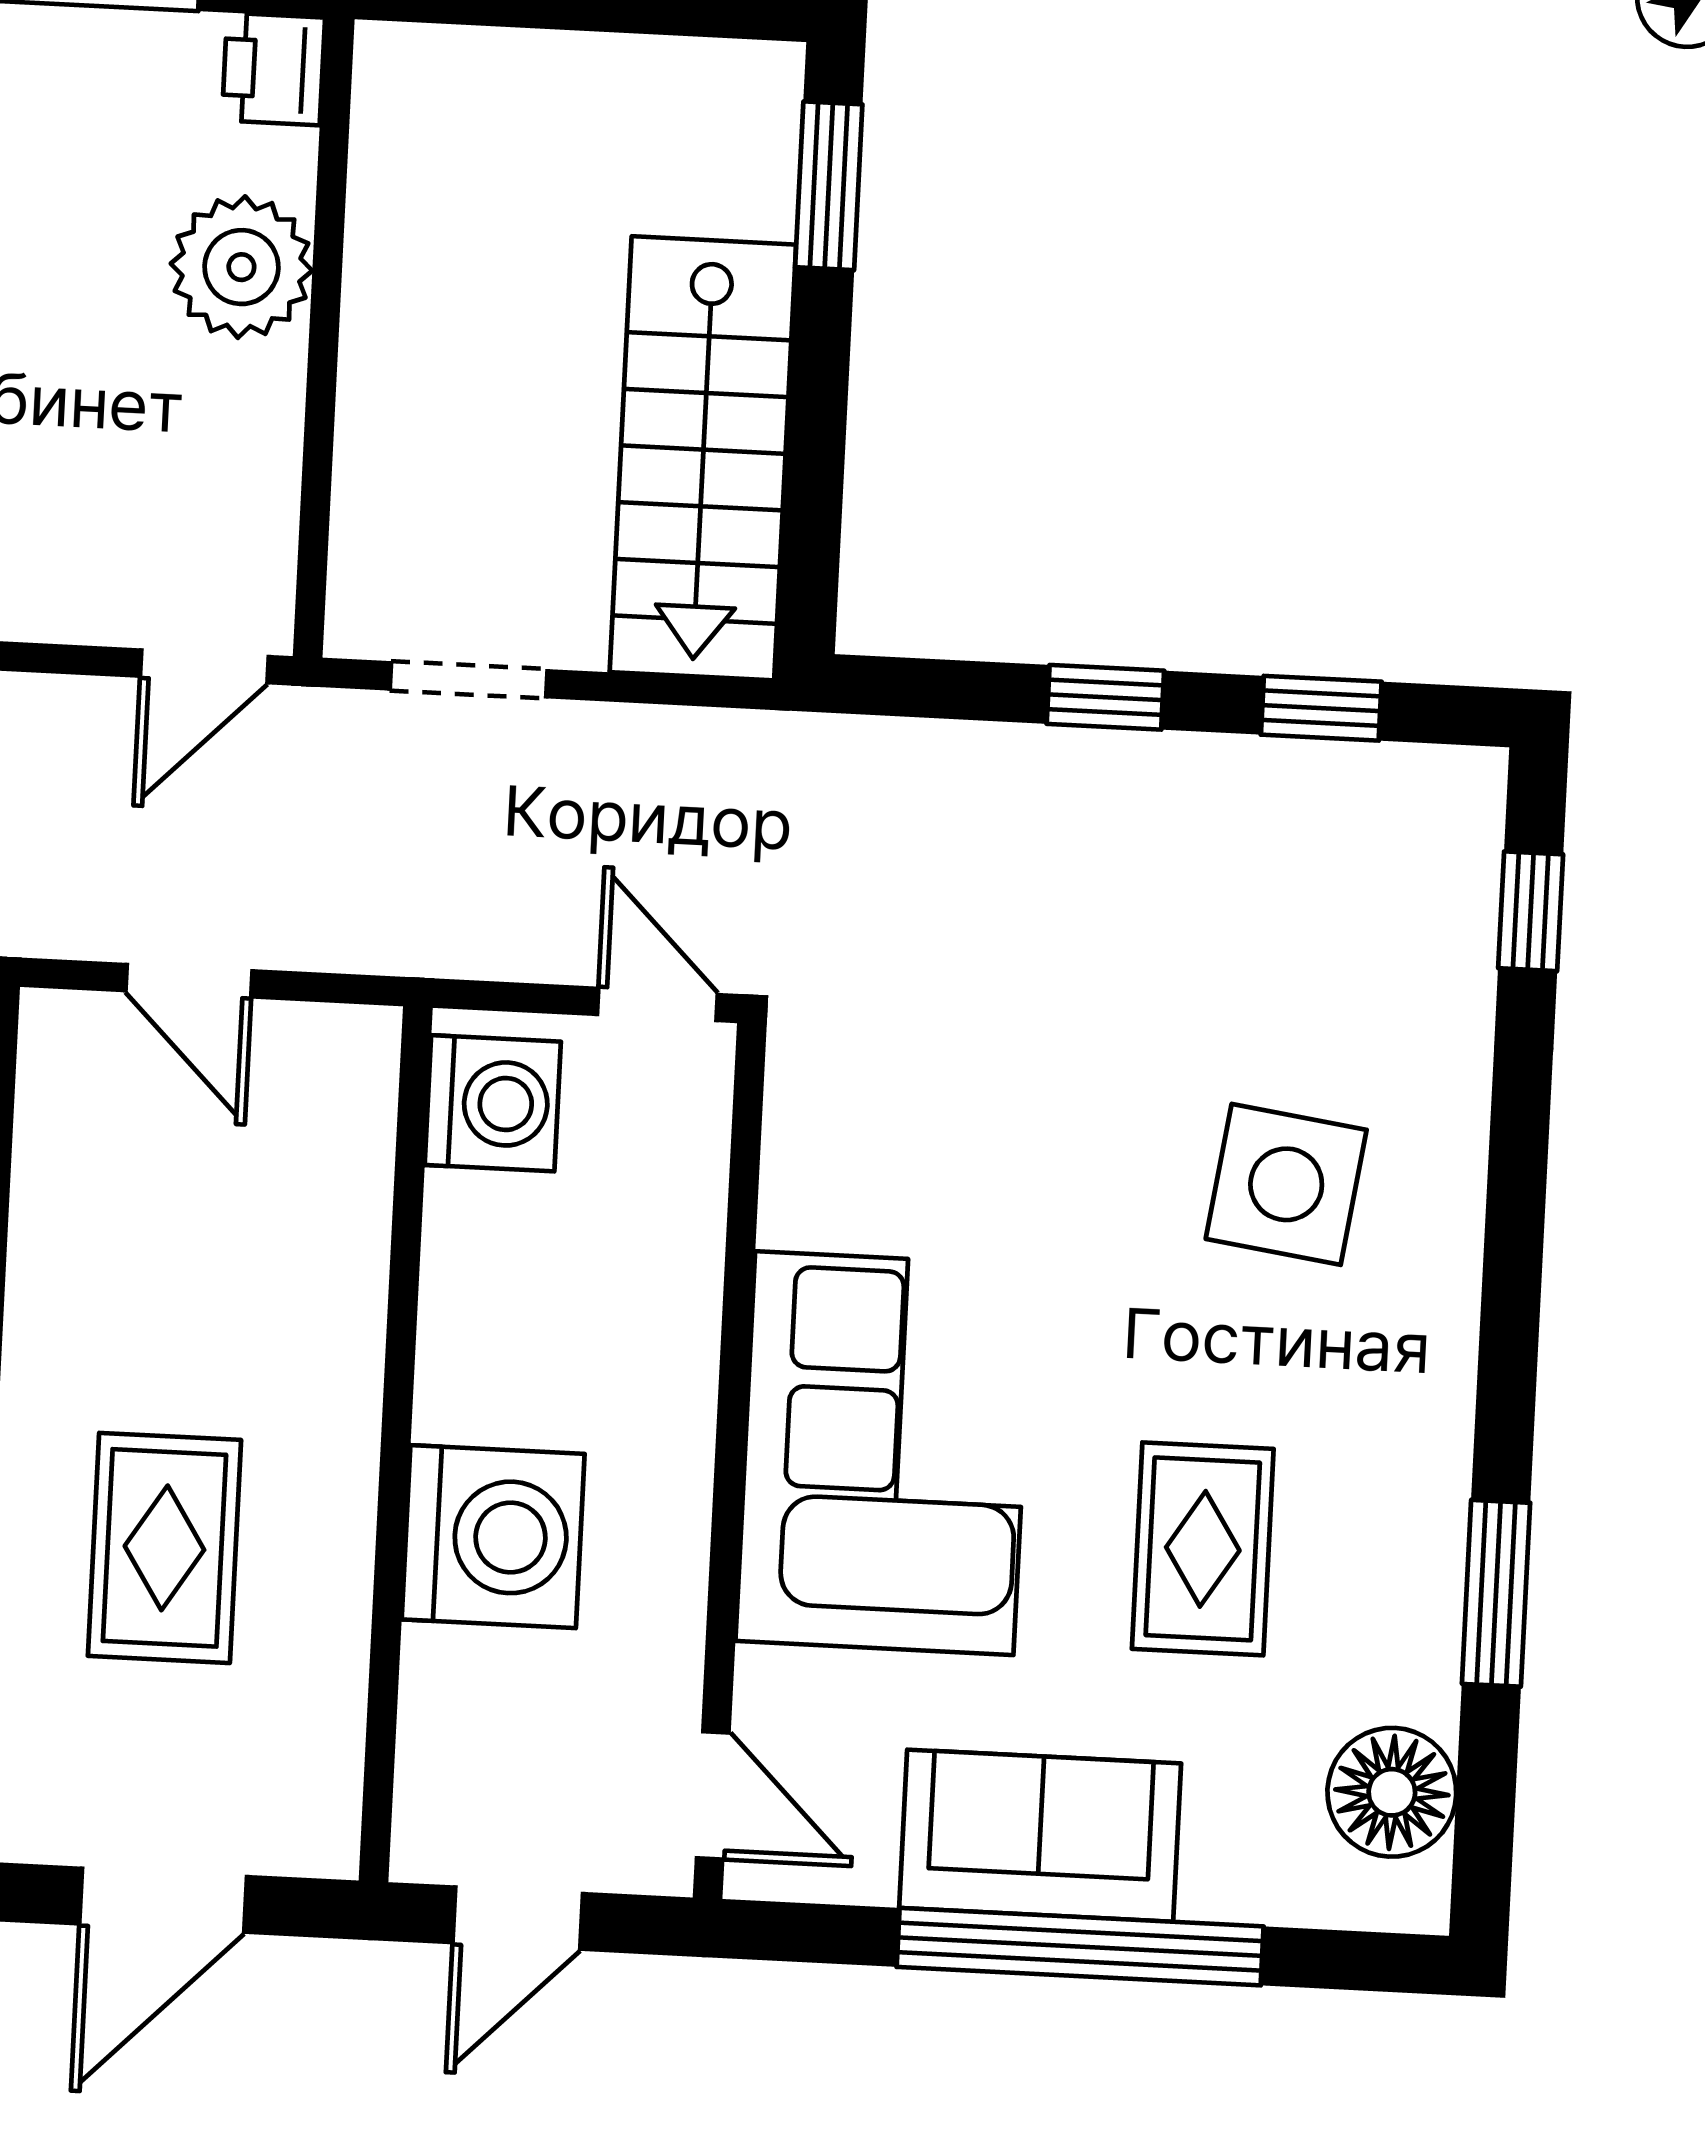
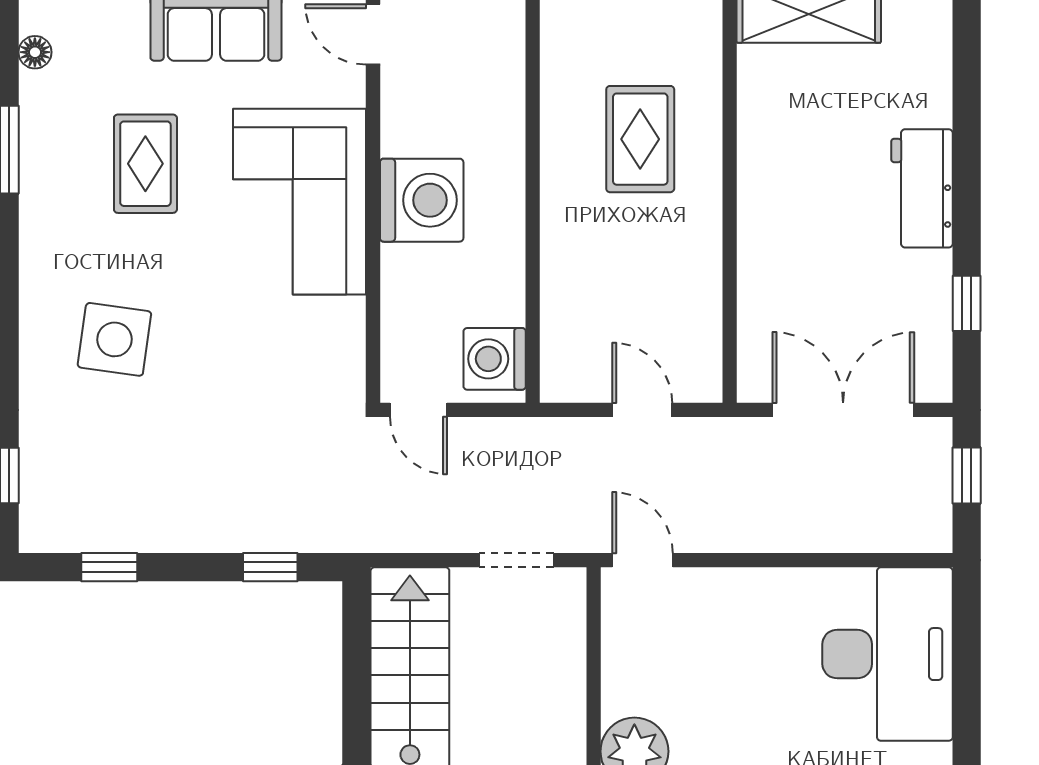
door: (204, 666) -> (642, 560), hinge flipped
window: (1105, 697) -> (270, 567), moved
washing machine: (493, 1537) -> (422, 200), moved, turned 180
floor lamp: (1392, 1792) -> (35, 52), width x0.53, depth x0.53

